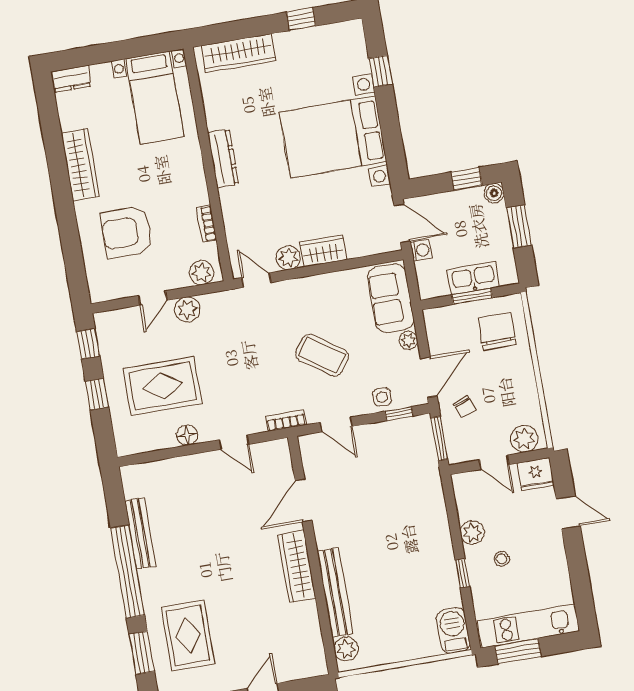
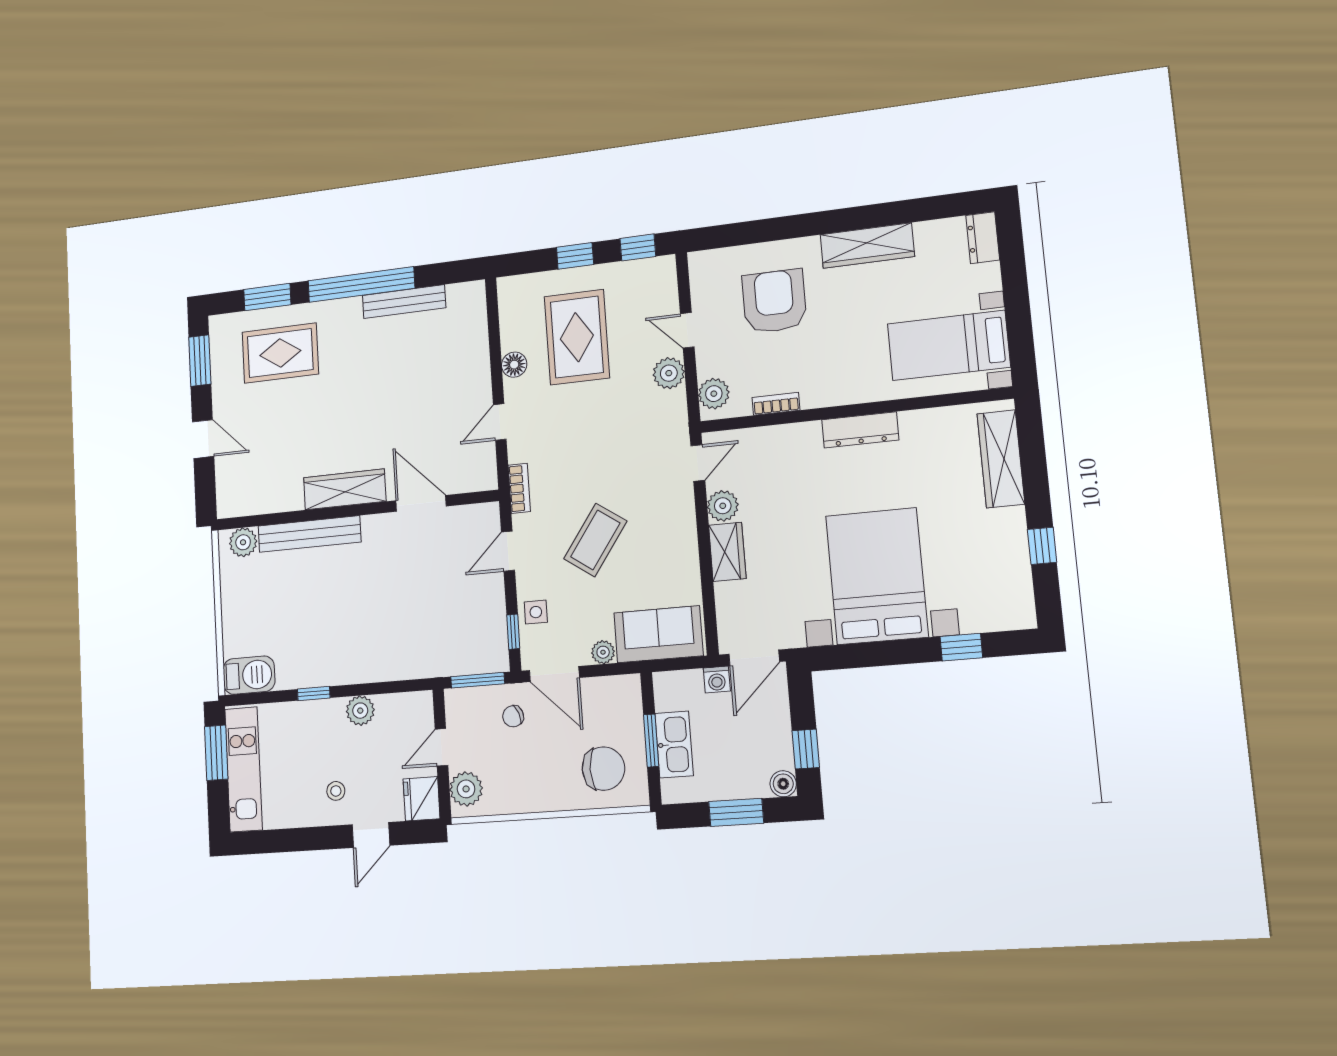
stool: (502, 559) -> (336, 791), moved

